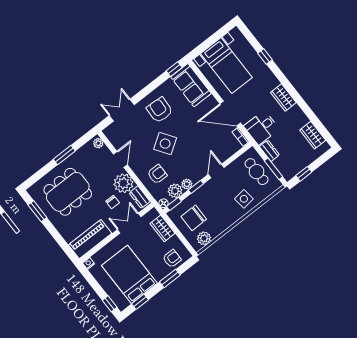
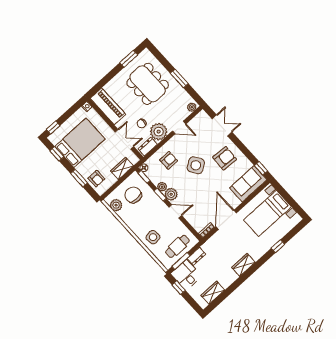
desk: (262, 128) -> (186, 275), moved
armchair: (157, 174) -> (169, 160), turned -90
plant: (175, 191) -> (171, 194), moved

